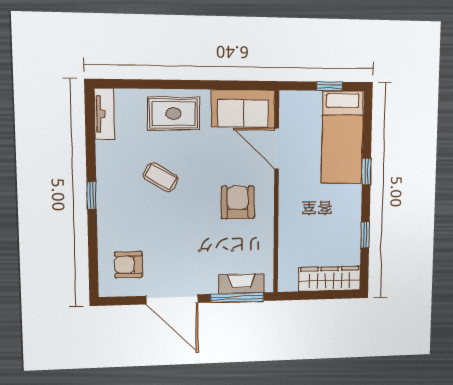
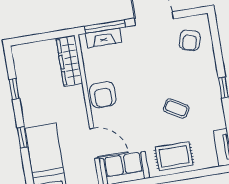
armchair: (238, 202) -> (103, 95), moved
armchair: (128, 265) -> (190, 40), turned 105
wardrobe: (330, 279) -> (69, 61), moved, turned 90

